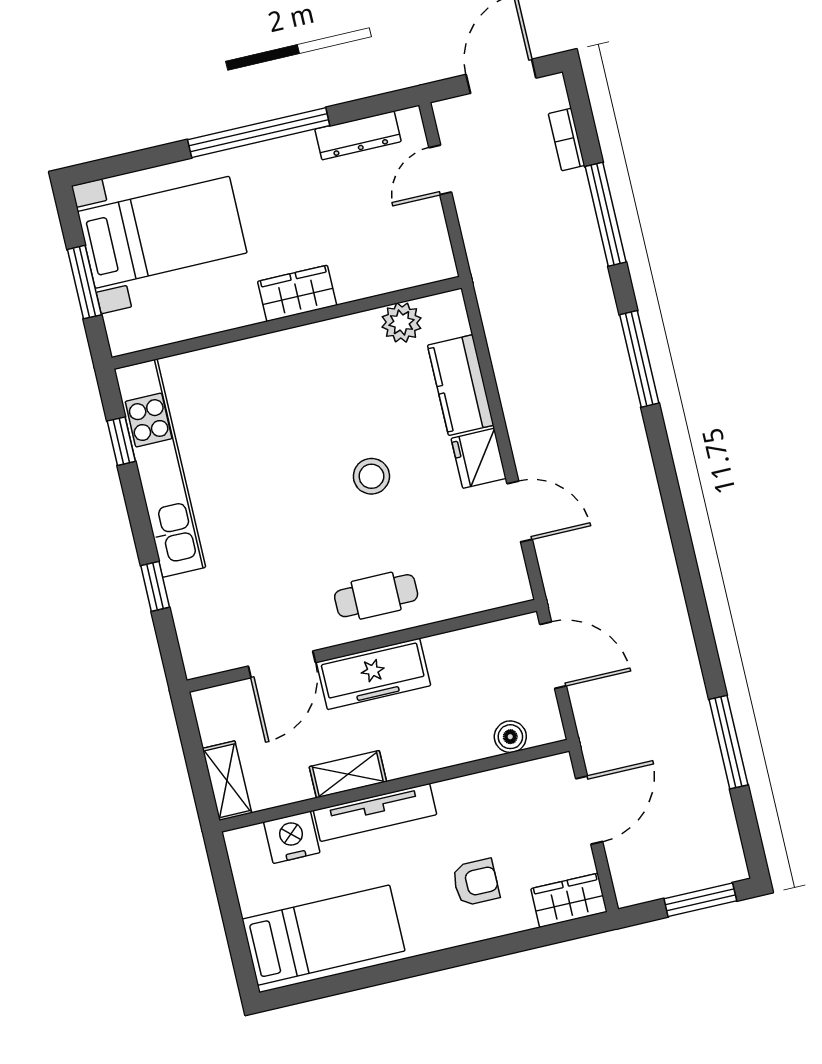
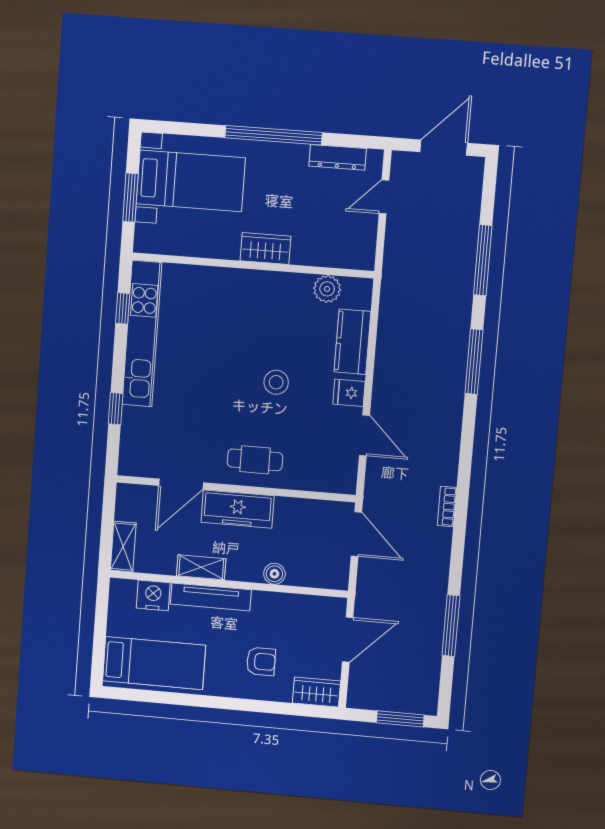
bookcase: (567, 140) -> (447, 506), moved
fridge: (479, 458) -> (349, 393), width x0.72
boiler: (510, 737) -> (274, 574), moved

